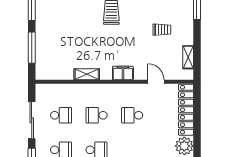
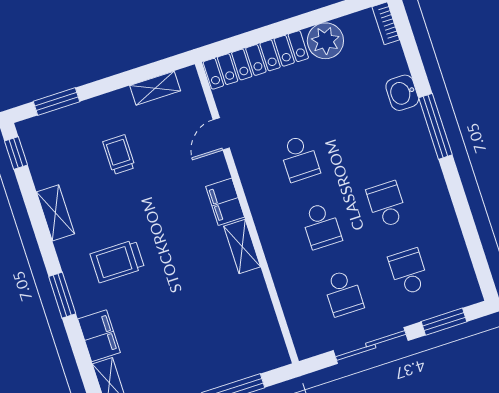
shelving: (87, 74) -> (242, 246), moved
school desk: (61, 115) -> (343, 293), turned 180

